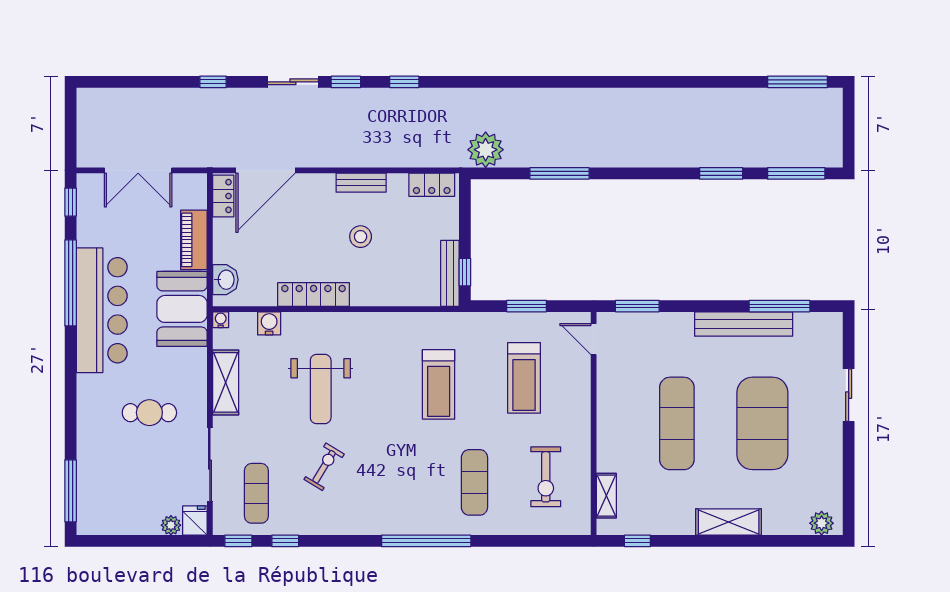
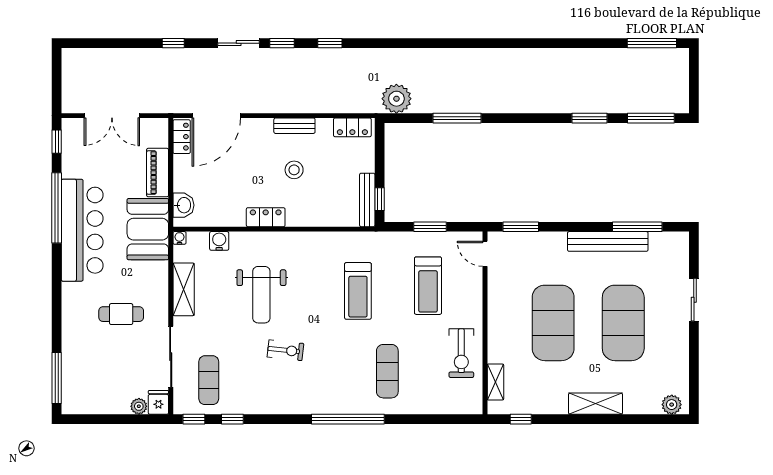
locker: (314, 294) -> (266, 217), width x0.66
exercise mat: (677, 423) -> (553, 323), width x1.47
exercise bike: (324, 467) -> (285, 350), moved, turned 65
exercise bike: (546, 477) -> (461, 353), moved

